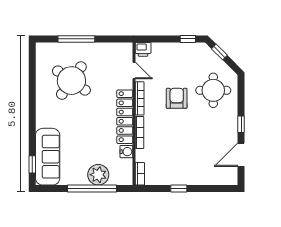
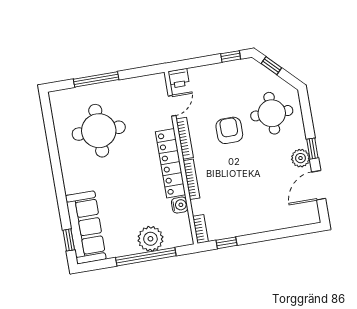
door: (134, 70) -> (172, 106), hinge flipped
round table: (71, 81) -> (99, 131), turned -35
plant: (230, 130) -> (301, 158), added
window: (179, 189) -> (227, 243), moved

